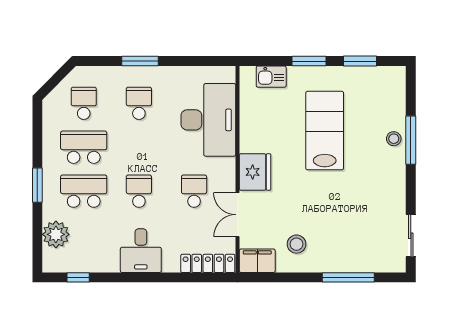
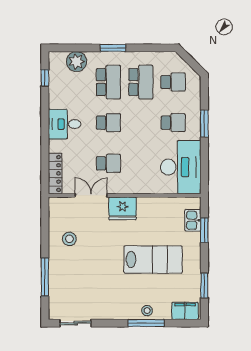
window: (309, 61) -> (204, 230), moved
desk: (208, 120) -> (181, 167), moved, turned -90
filing cabinet: (257, 261) -> (185, 311), moved, turned -90

